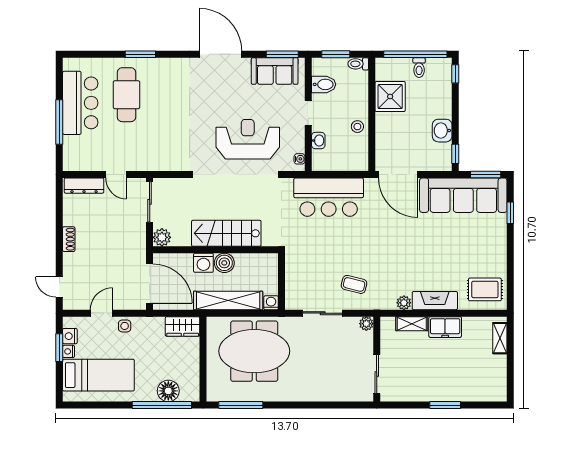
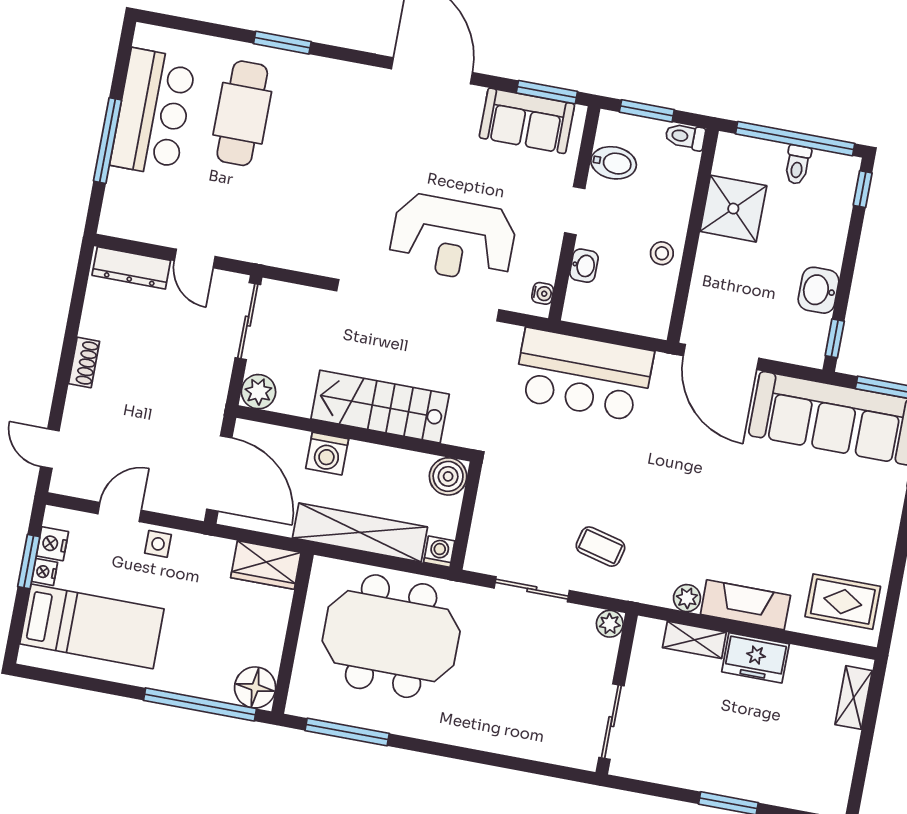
reception desk: (248, 139) -> (453, 238), turned 180
boiler: (224, 263) -> (448, 476), moved
floor lamp: (168, 391) -> (255, 687), moved

